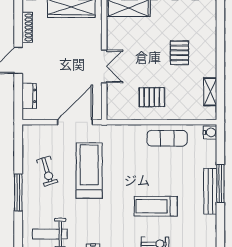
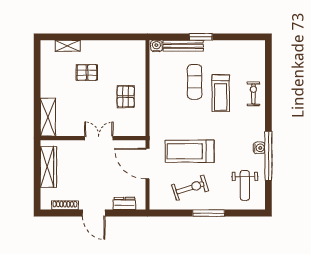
shelving: (210, 92) -> (68, 46), moved
exercise mat: (167, 138) -> (195, 82), moved
exercise bike: (47, 171) -> (190, 188), width x1.38, depth x1.39
window: (220, 183) -> (201, 37), width x0.69
bench: (210, 191) -> (183, 46), moved

